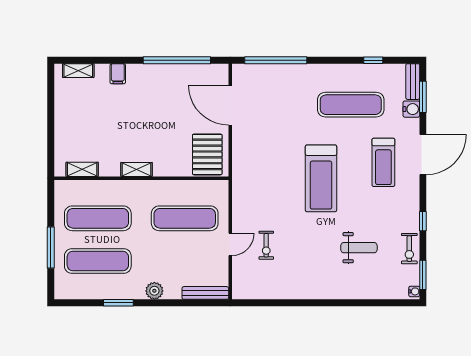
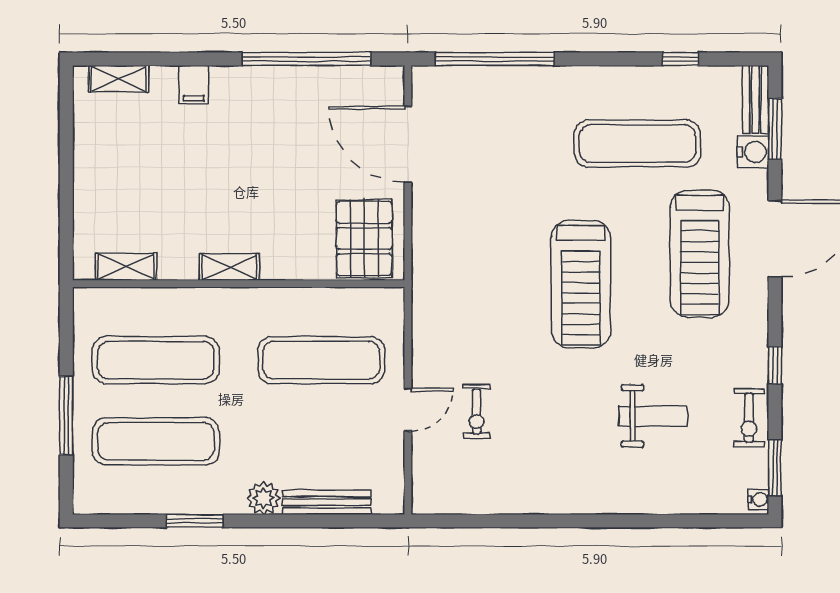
treadmill: (383, 162) -> (700, 254), width x1.37, depth x1.38
bench: (205, 293) -> (327, 502), moved

